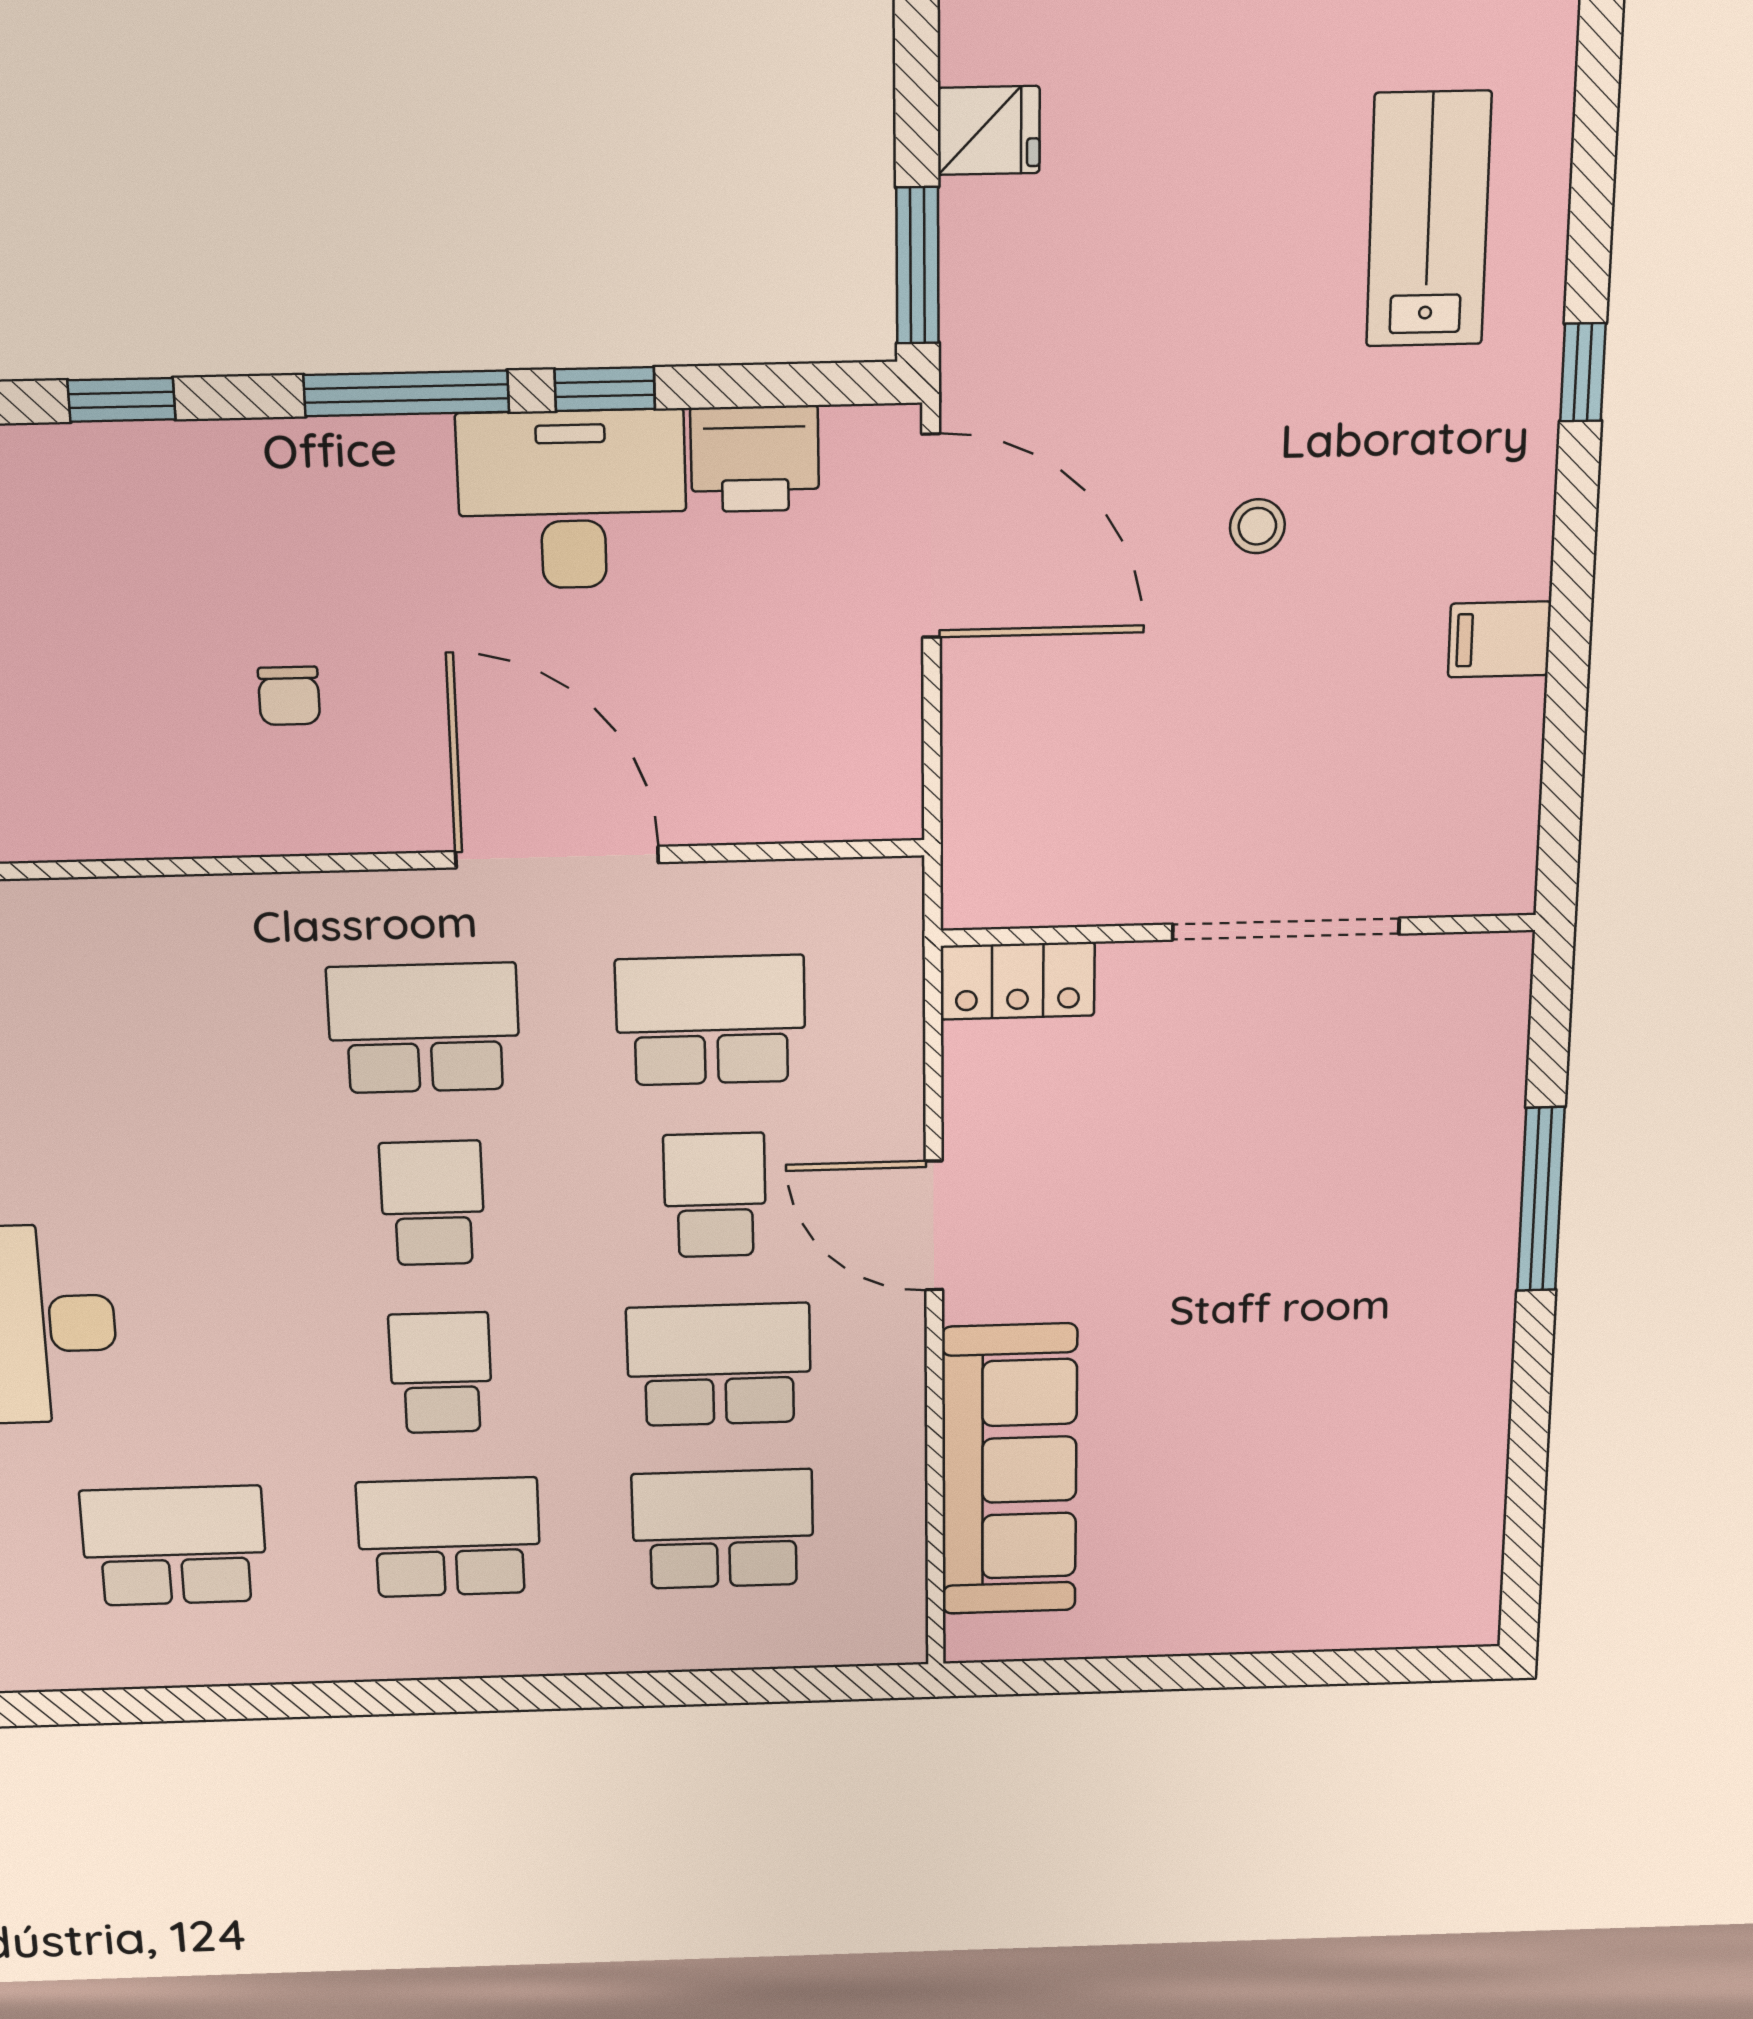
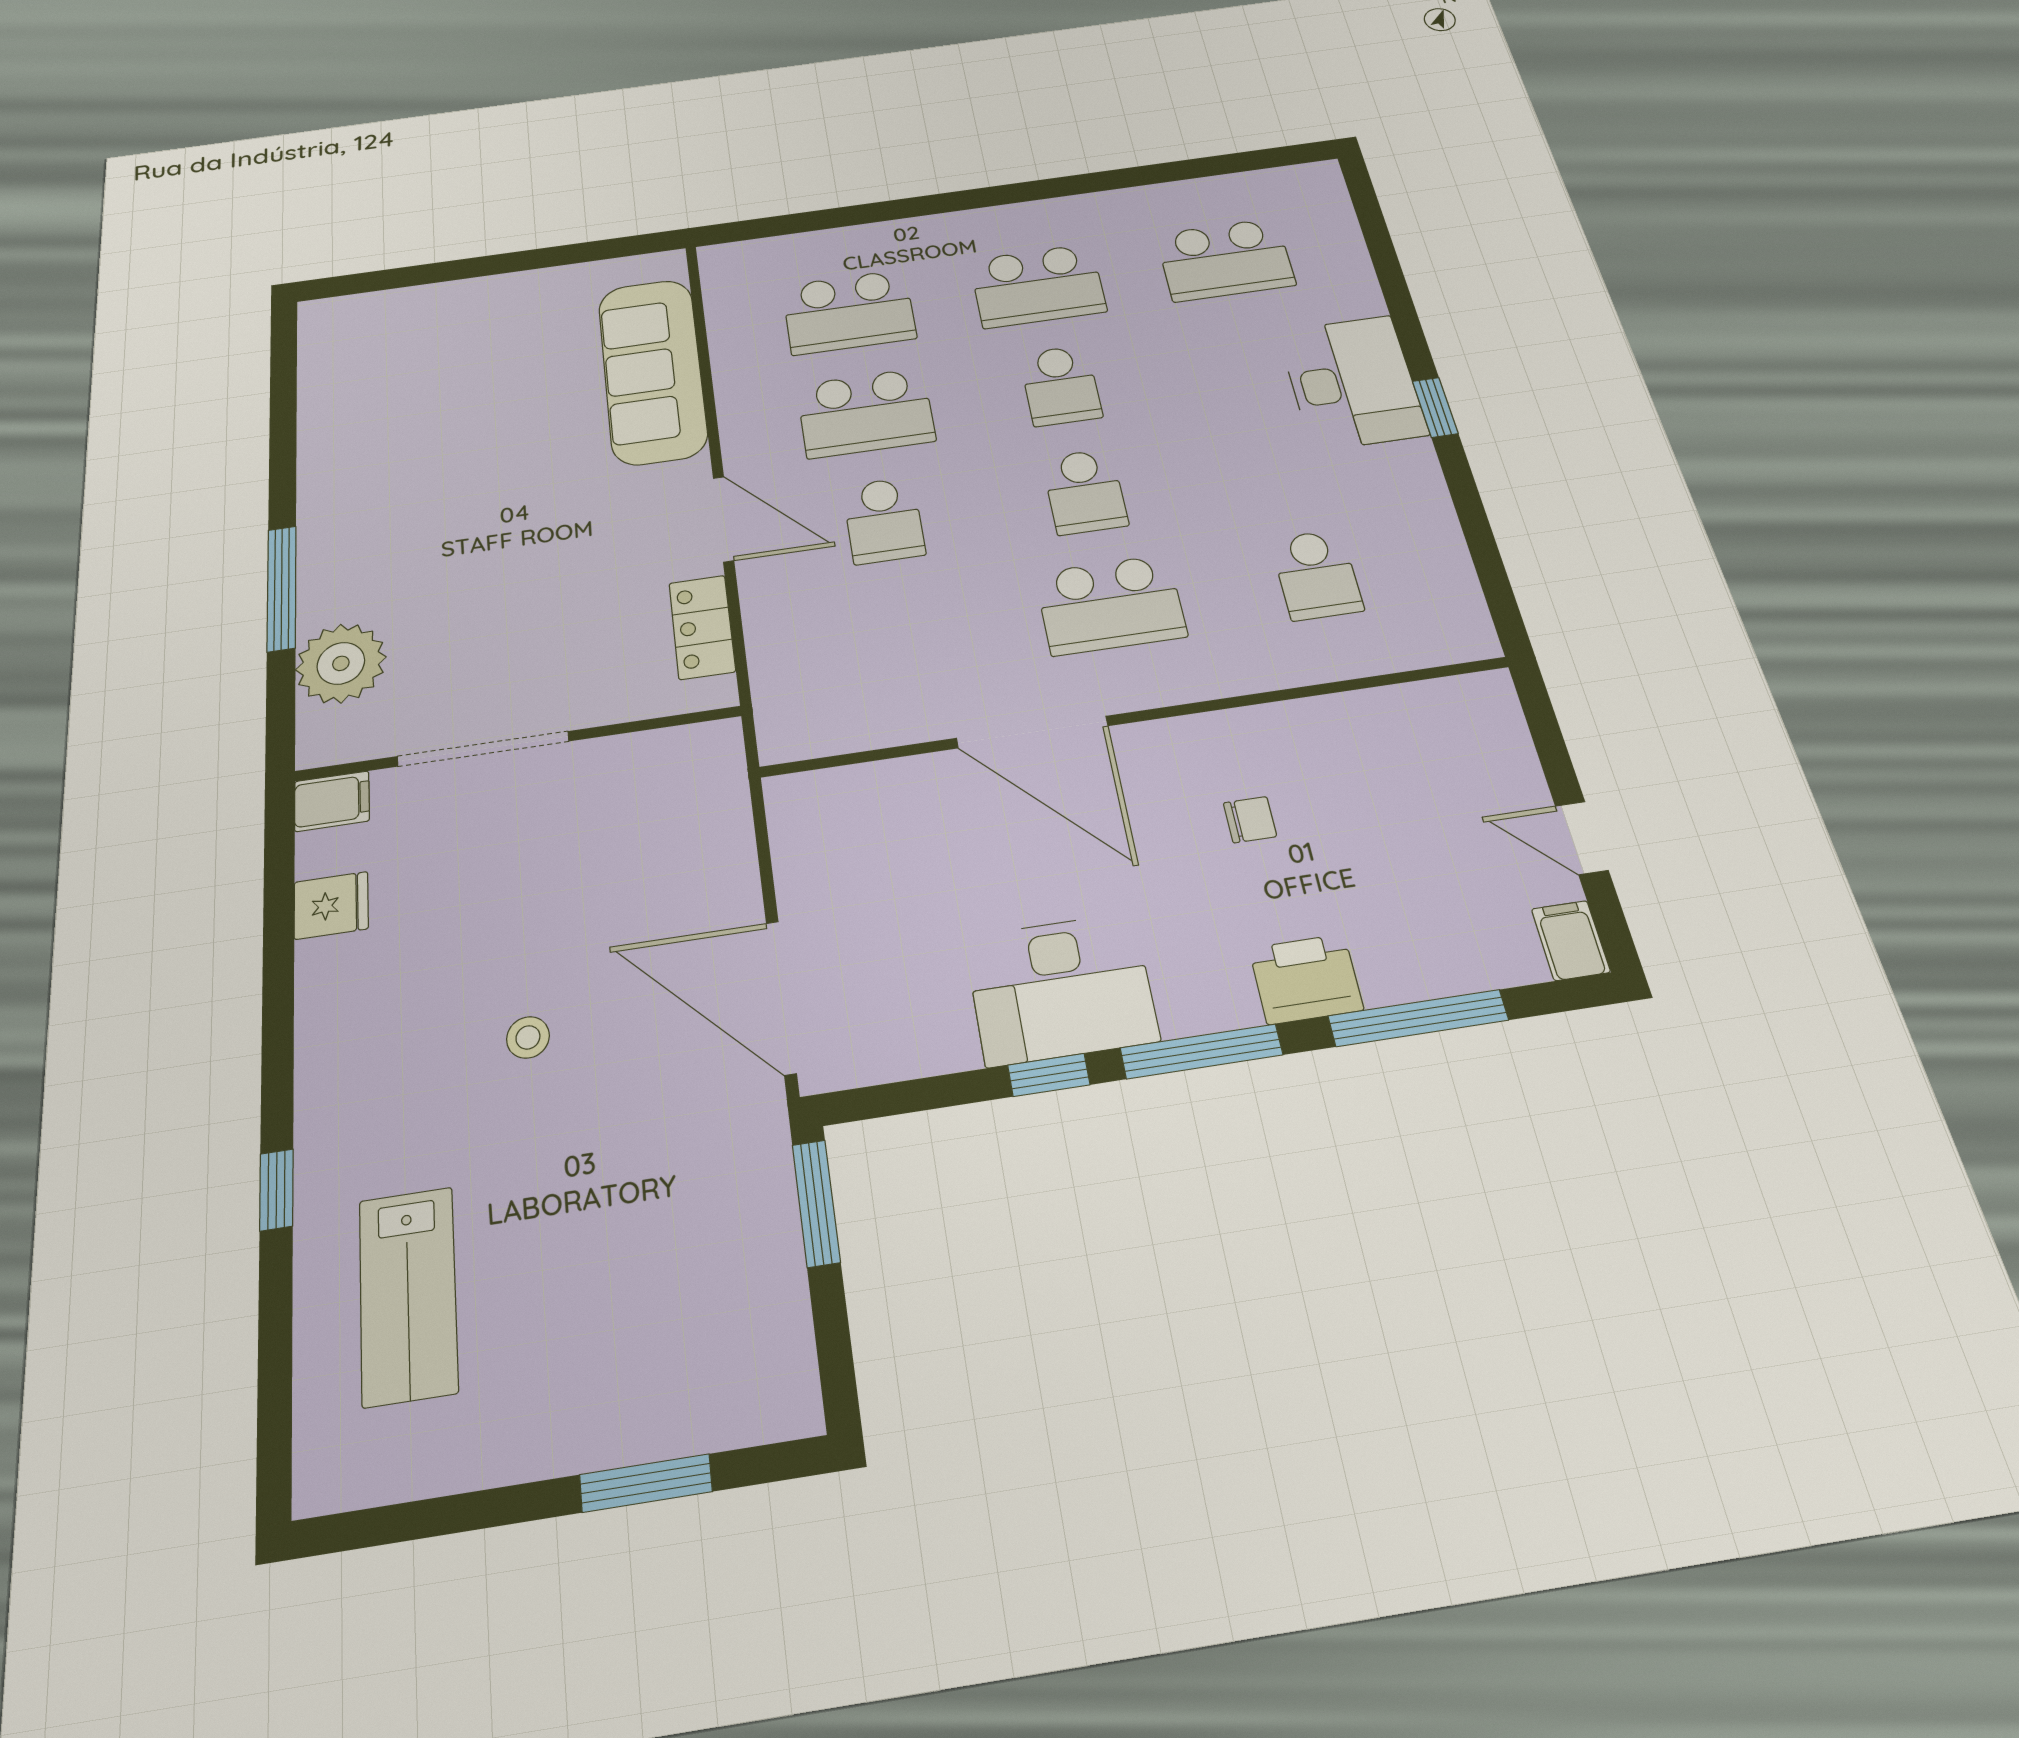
fridge: (989, 130) -> (331, 905), moved, turned 180
window: (122, 400) -> (1418, 1018), width x2.17
printer: (755, 459) -> (1306, 979), moved
filing cabinet: (1500, 639) -> (332, 801), moved
chair: (289, 696) -> (1250, 820), turned 90
locker: (1018, 981) -> (702, 627), moved, turned -90
school desk: (711, 1020) -> (1316, 575), moved, width x0.54
plant: (1467, 1077) -> (341, 663), added

